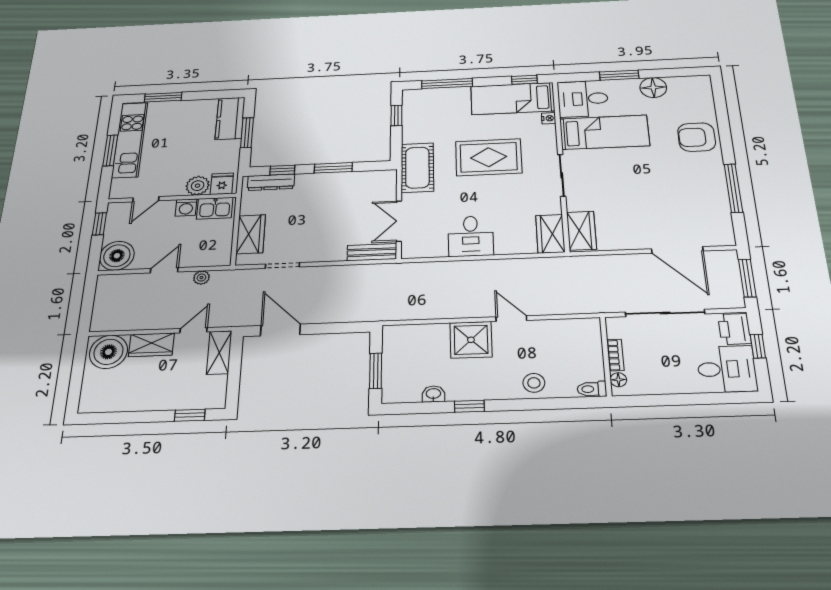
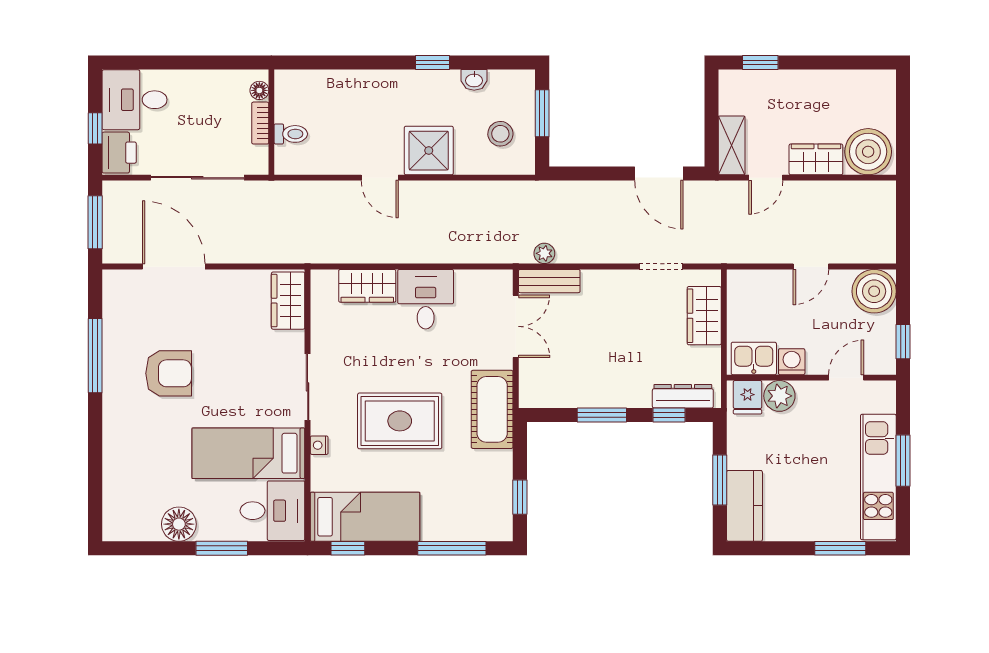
nightstand: (549, 118) -> (319, 445), moved
armchair: (697, 137) -> (169, 373), moved
wardrobe: (550, 234) -> (367, 286), moved, turned 90
plant: (201, 278) -> (544, 253), moved
stool: (534, 383) -> (500, 134), moved
toilet: (592, 389) -> (291, 134), moved

